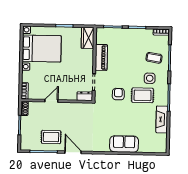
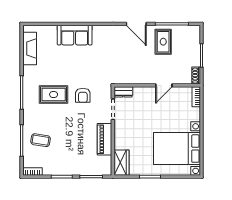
side table: (150, 78) -> (45, 115), removed
fireplace: (162, 119) -> (30, 49), moved
rug: (51, 137) -> (163, 42), turned 90

